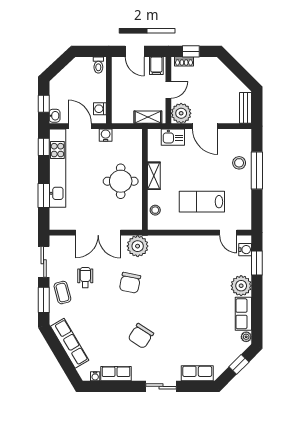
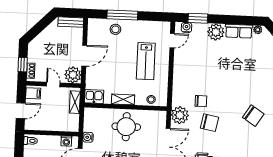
kitchen sink: (173, 137) -> (94, 96), moved, turned -90
chair: (156, 271) -> (201, 101), added

